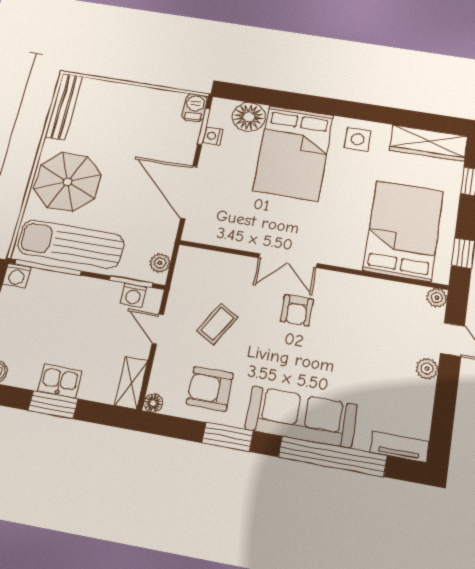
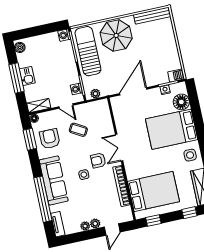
bookcase: (368, 286) -> (122, 186), added
plant: (437, 298) -> (85, 226), moved
door: (158, 329) -> (66, 106), swing flipped
side table: (314, 350) -> (84, 175), added
window: (53, 405) -> (16, 78), width x1.44
window: (228, 437) -> (30, 139), moved

